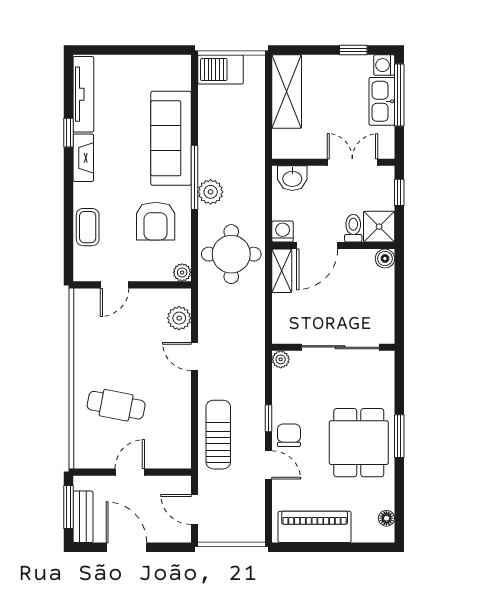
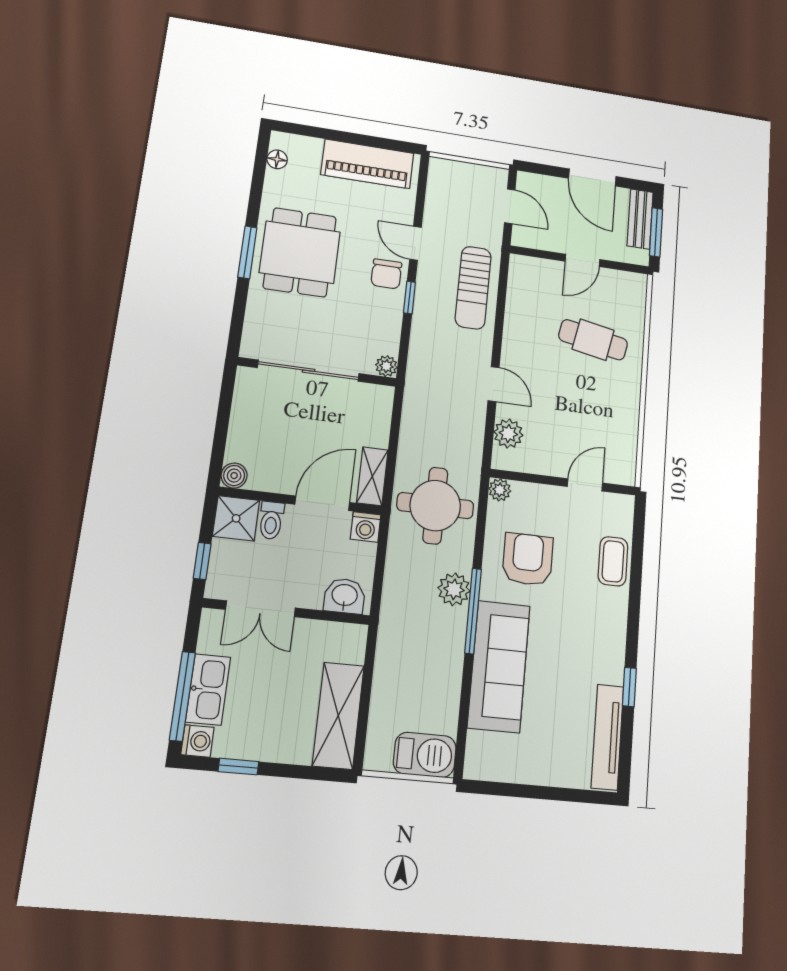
fireplace: (83, 158) -> (613, 652), removed

